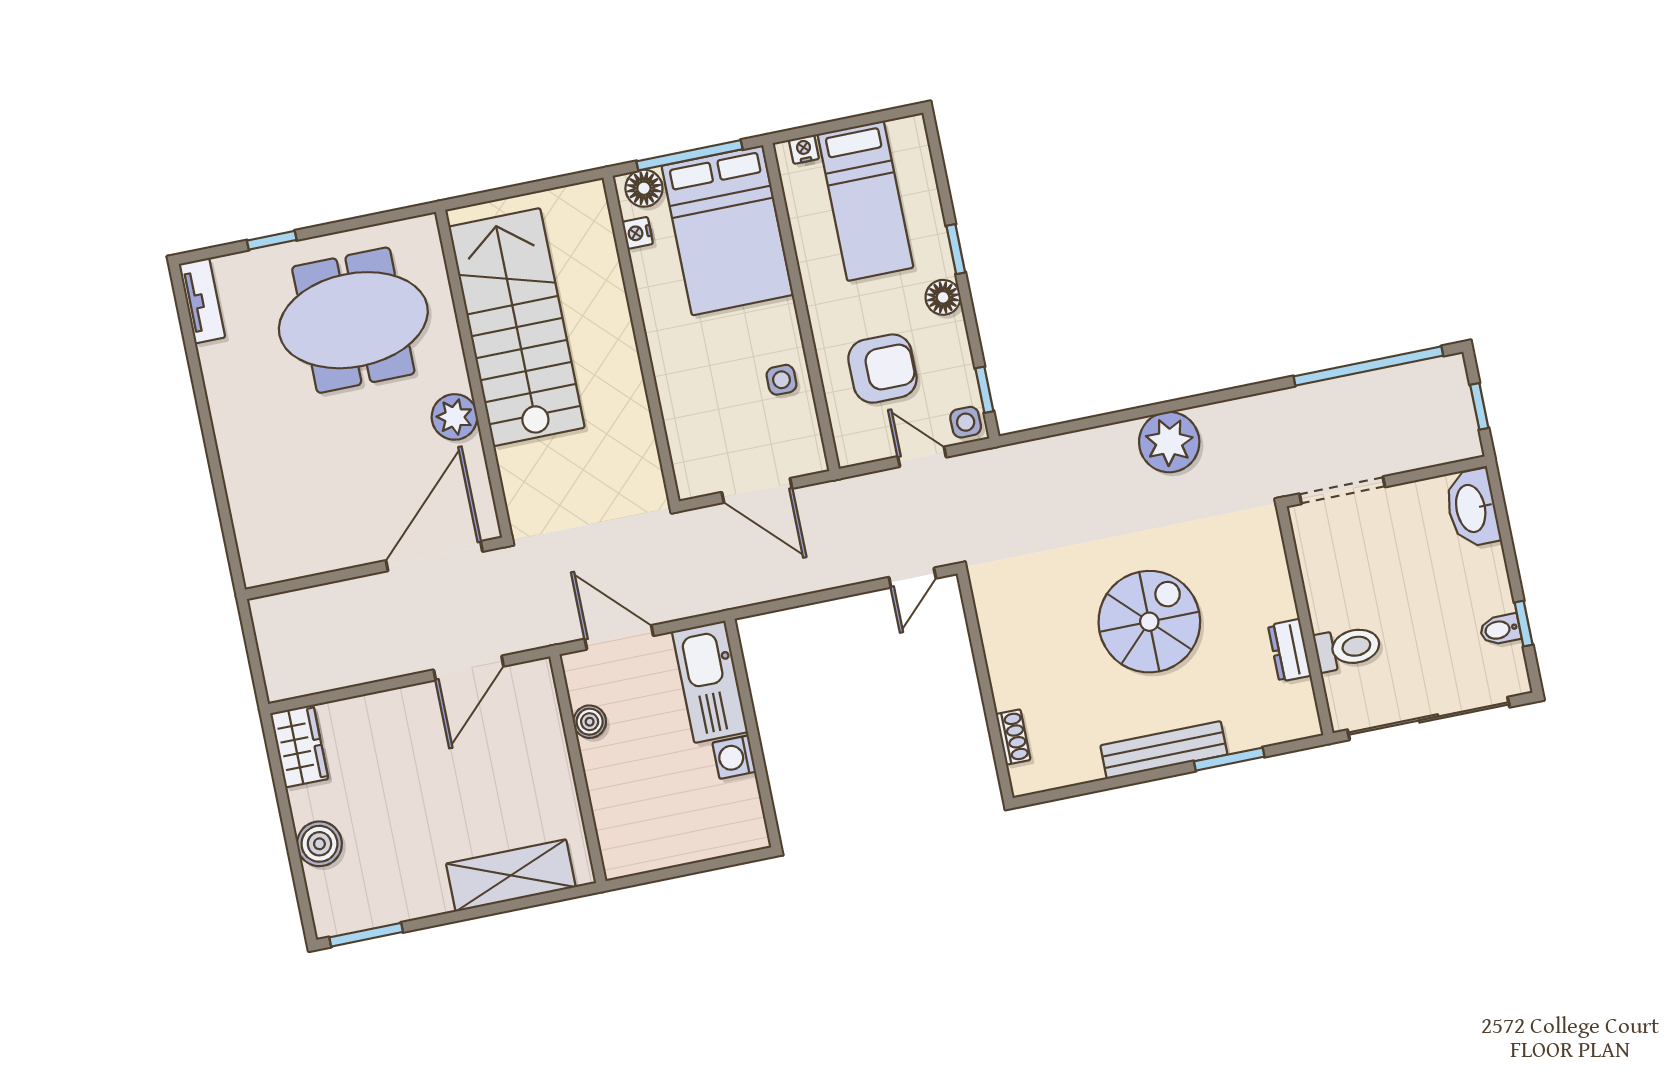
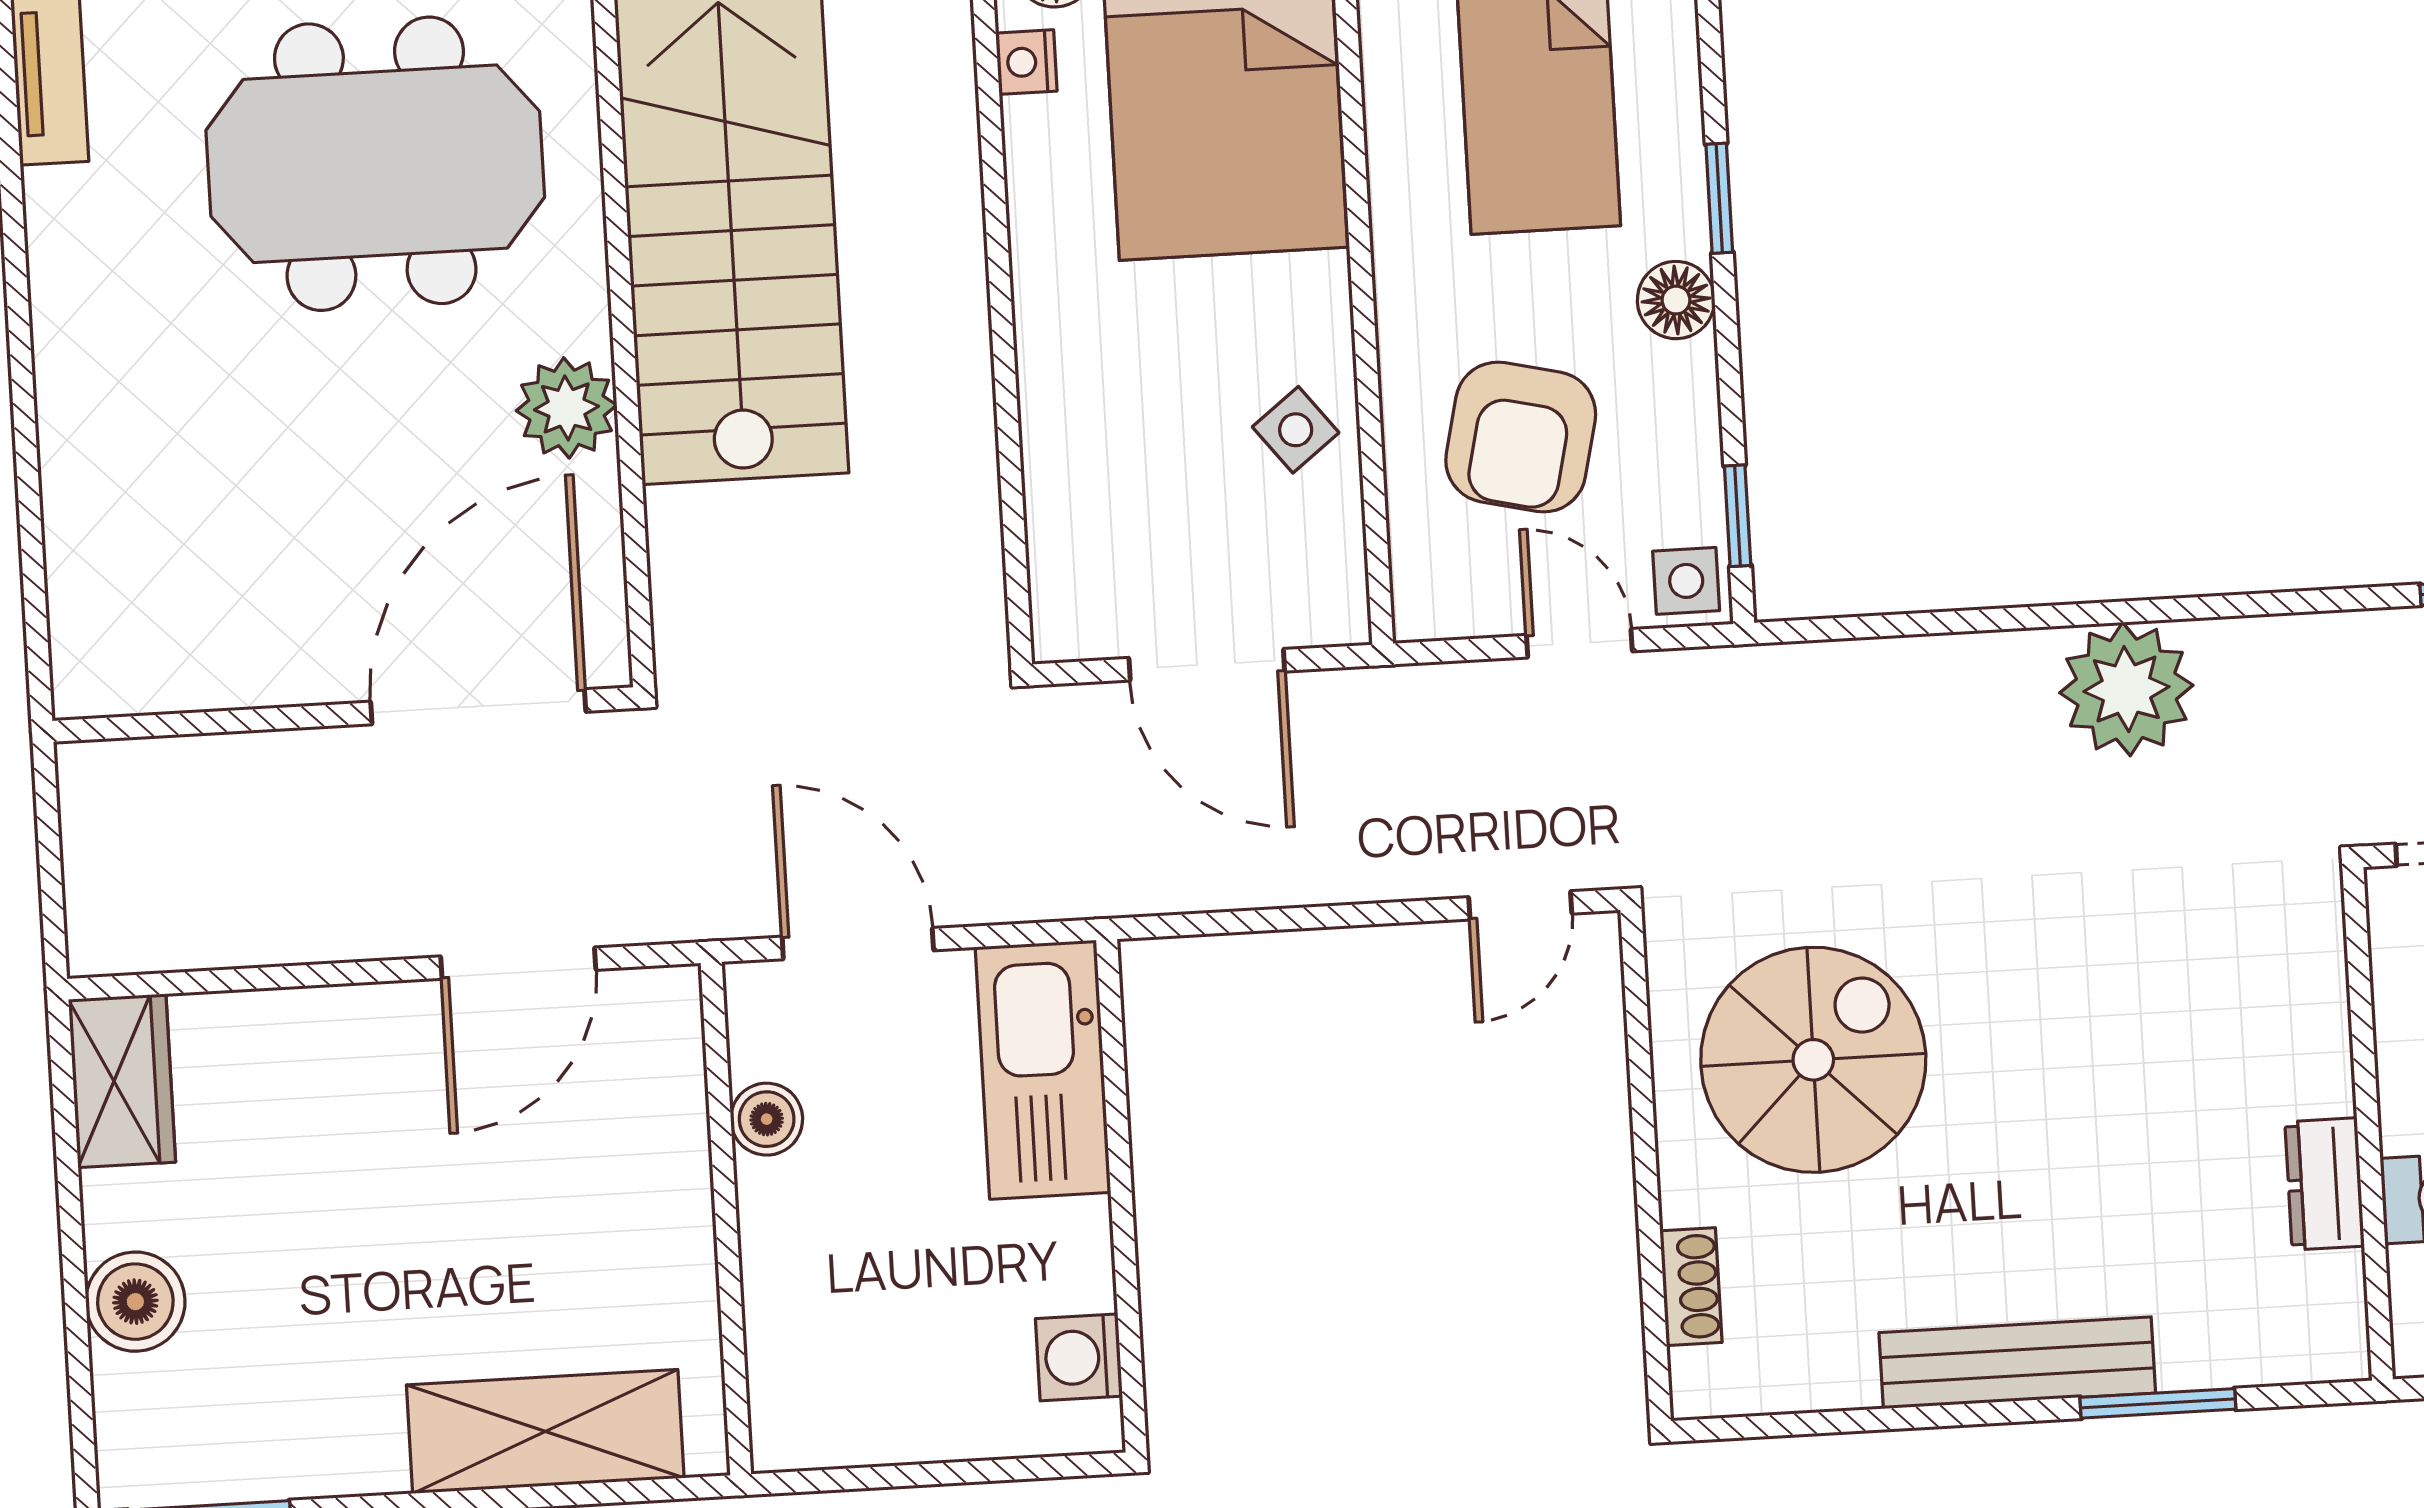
armchair: (882, 369) -> (1521, 437), turned 103
side table: (782, 380) -> (1296, 430), turned -38
spiral stairs: (1149, 622) -> (1813, 1060), moved
washing machine: (734, 757) -> (1079, 1357), moved

